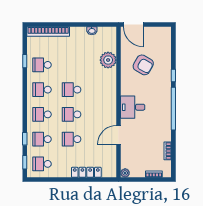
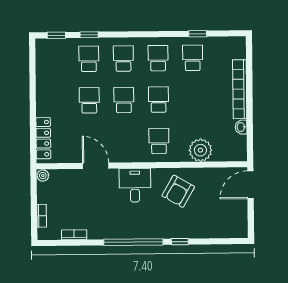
bookcase: (48, 31) -> (240, 89), moved
armchair: (143, 65) -> (178, 191), moved
school desk: (42, 164) -> (159, 141), moved
locker: (86, 172) -> (43, 138), moved

